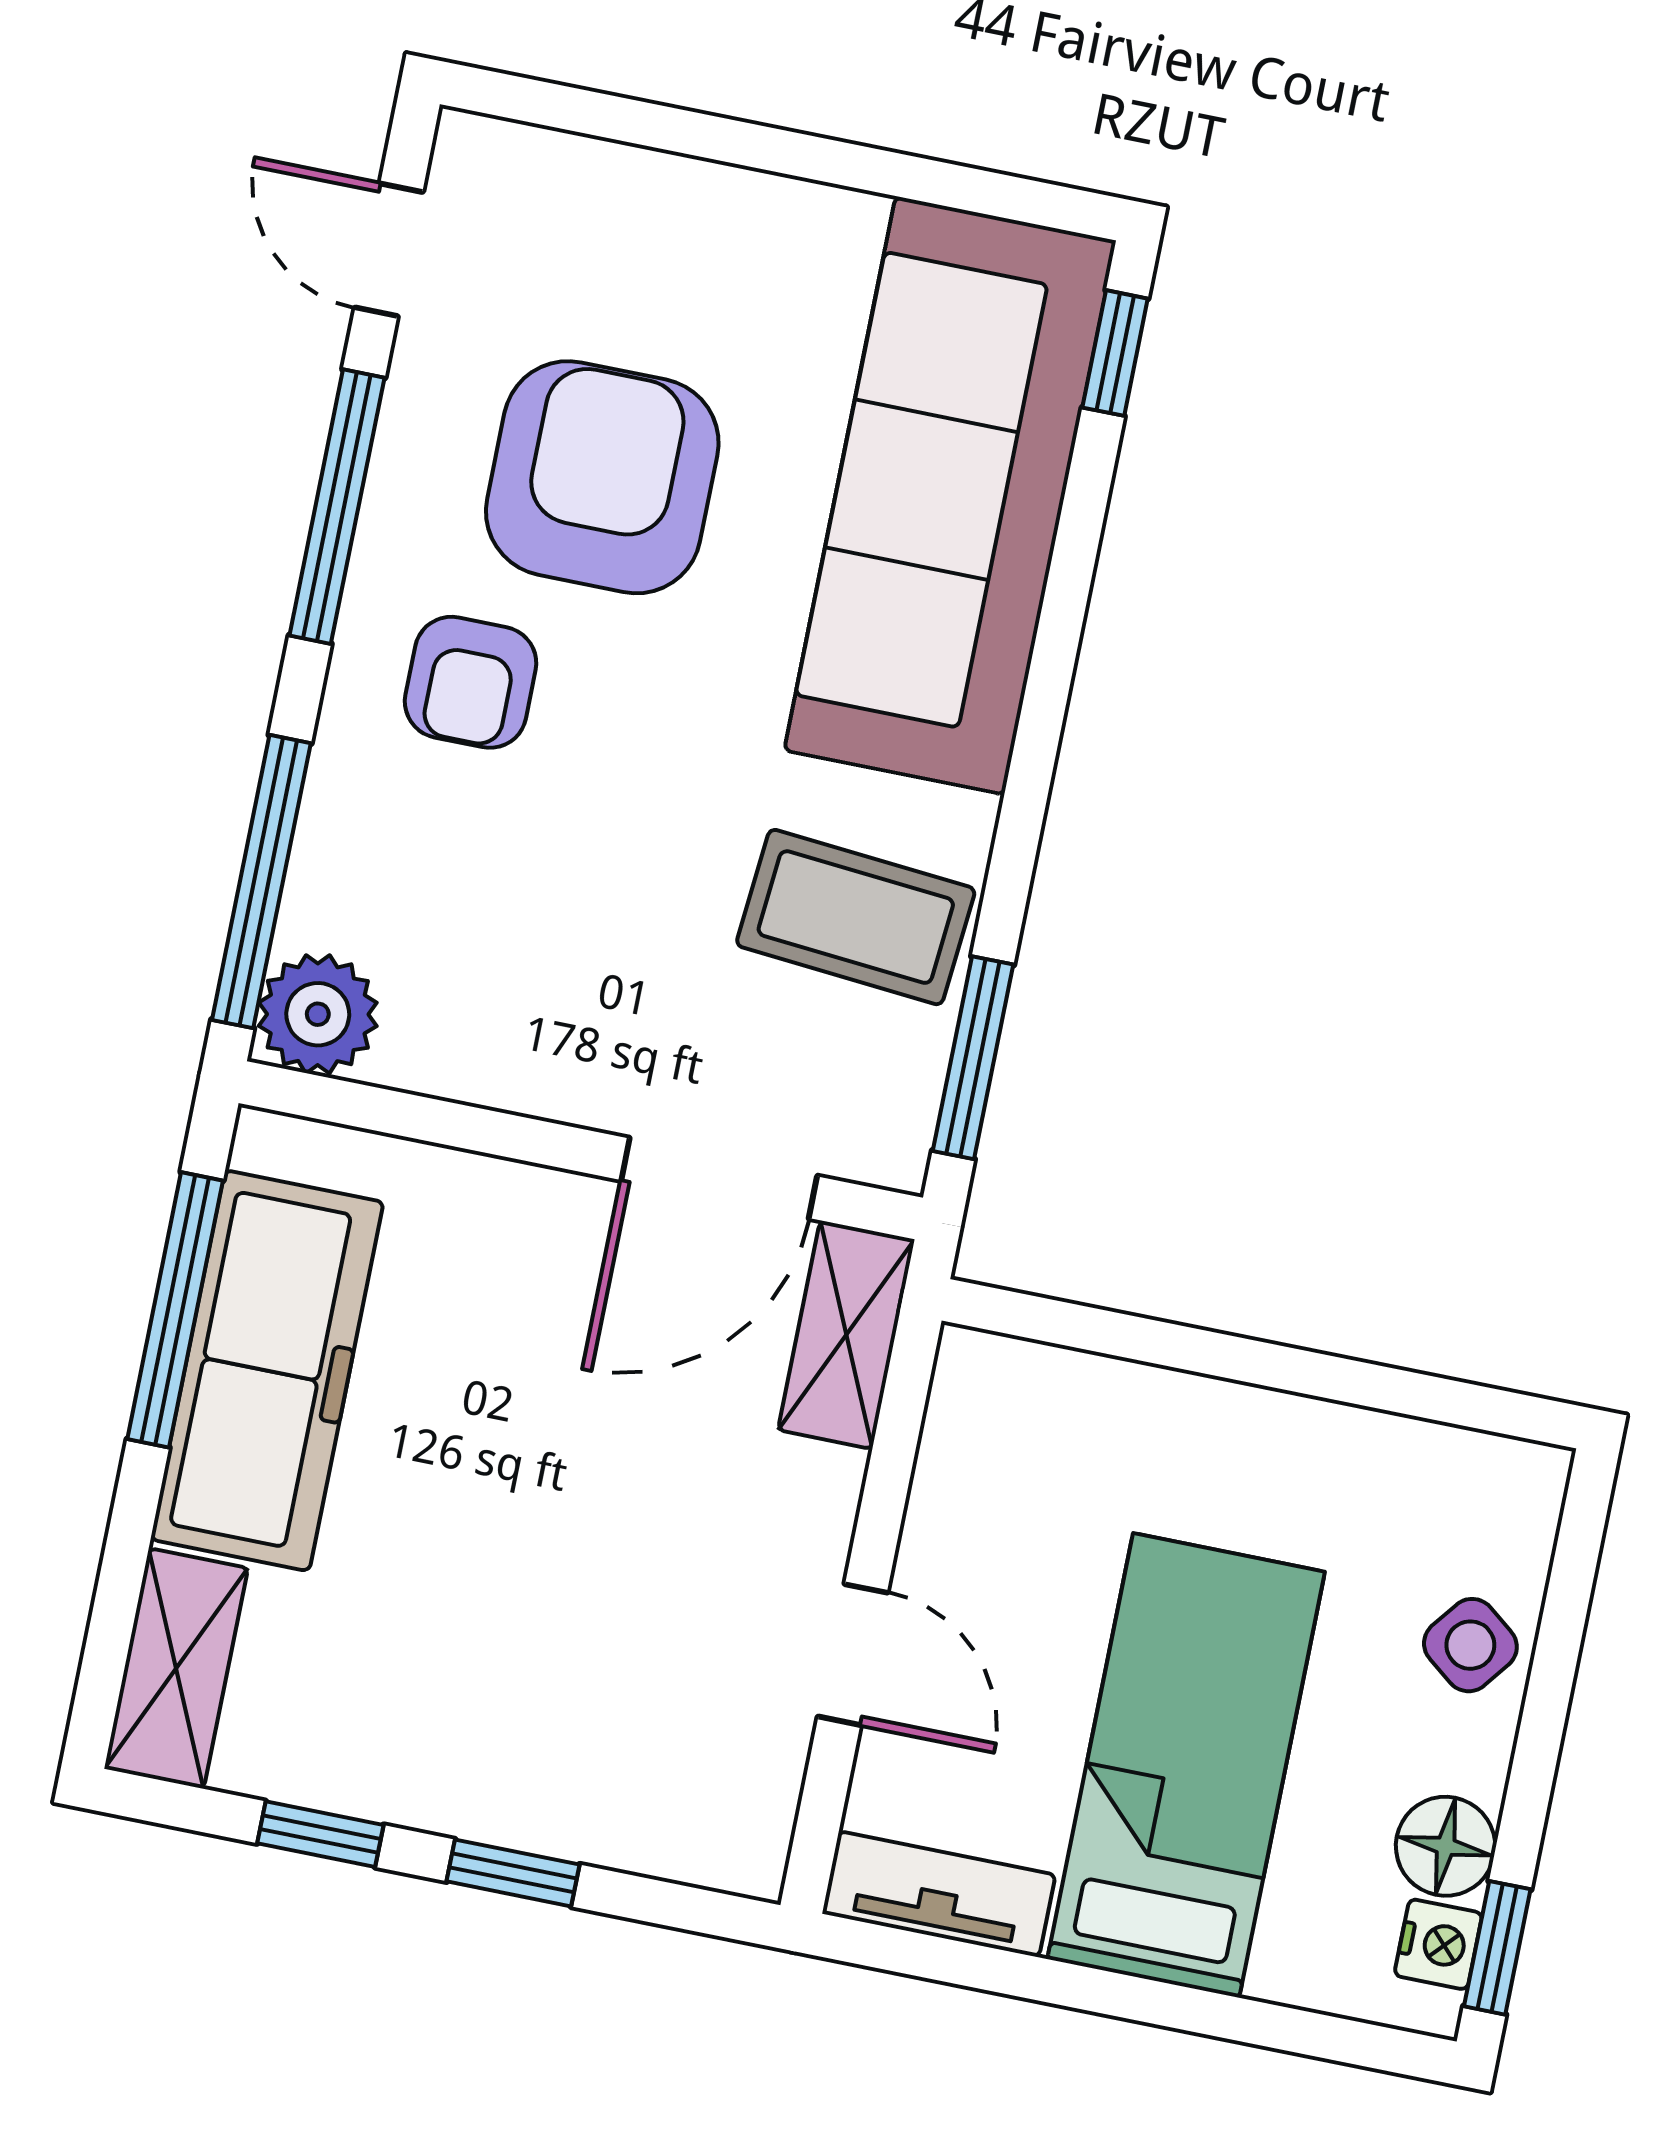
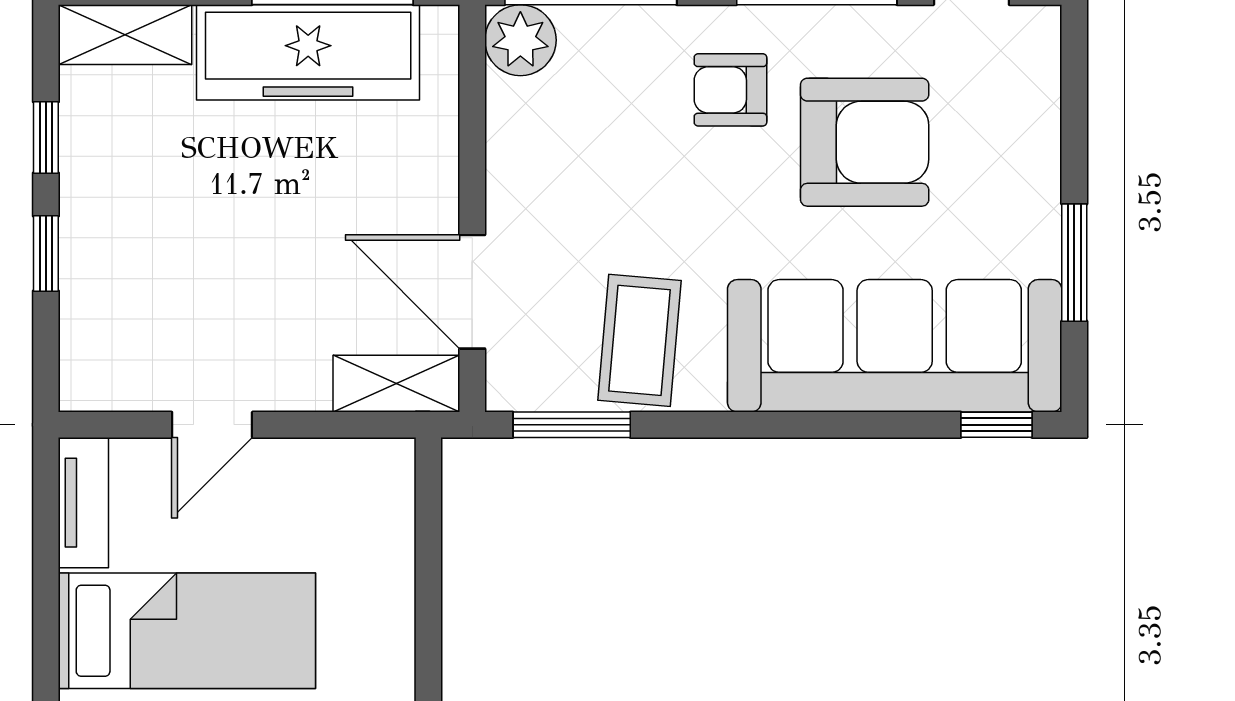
window: (872, 170) -> (1074, 263), added

